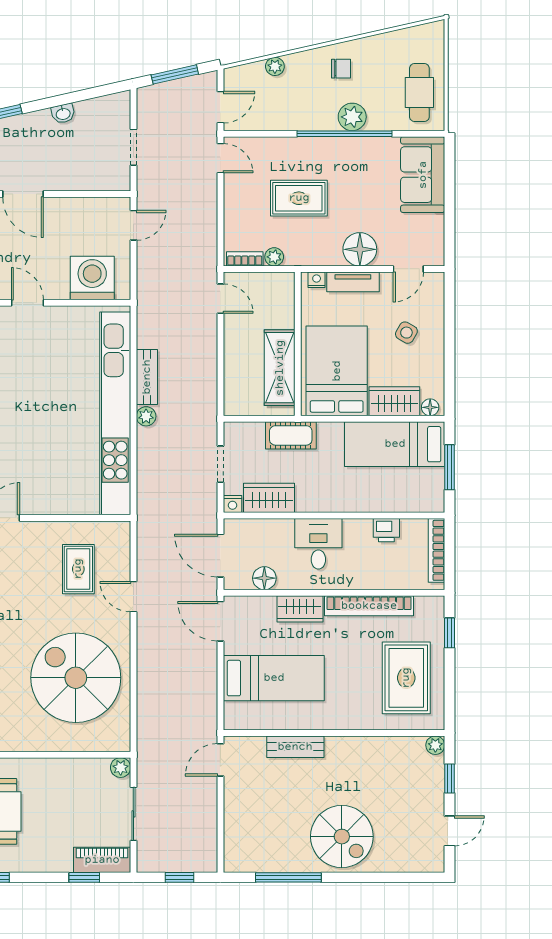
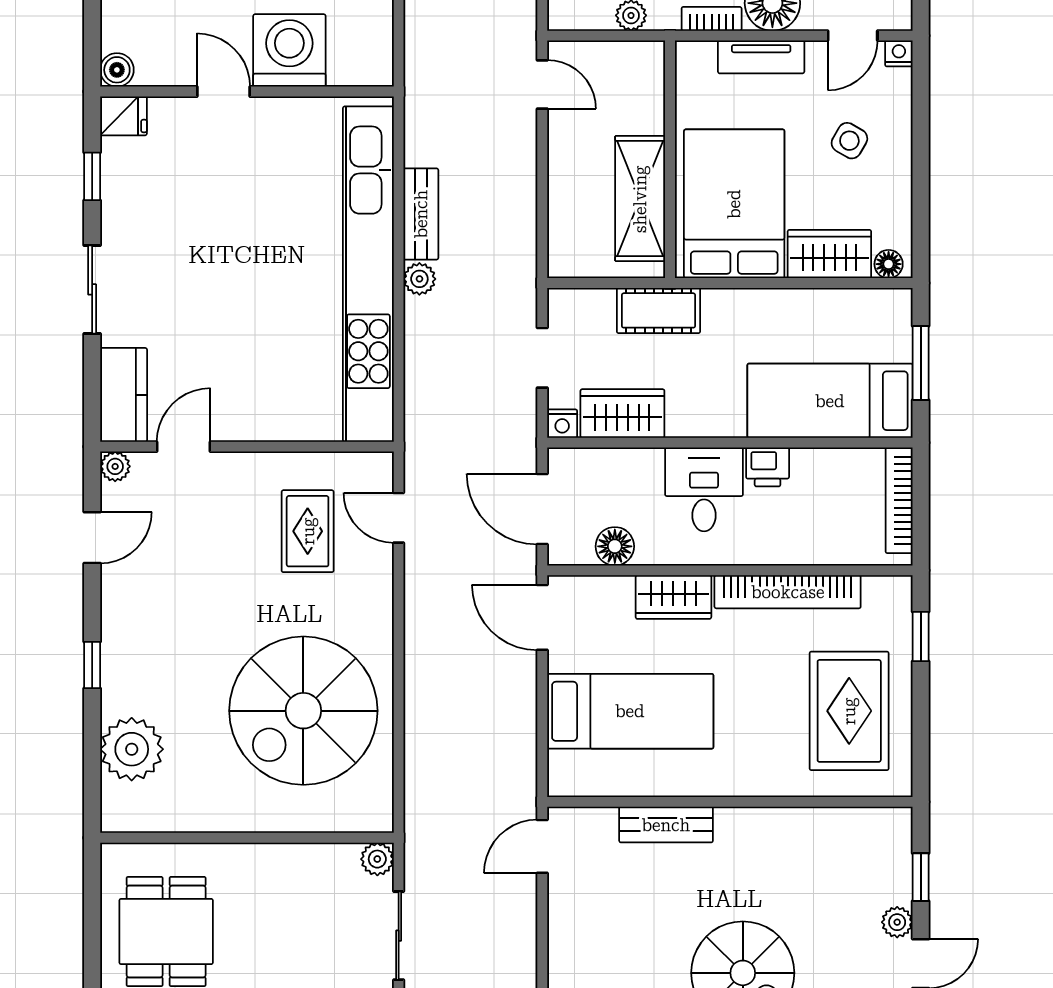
bookcase: (245, 259) -> (712, 19), moved
washing machine: (92, 278) -> (289, 50), moved
nightstand: (317, 280) -> (899, 53), moved
bed: (395, 444) -> (830, 401), moved
printer: (386, 530) -> (768, 467), moved
door: (133, 597) -> (399, 518), moved
spiral stairs: (76, 678) -> (303, 711), turned -90
plant: (435, 745) -> (897, 922), moved

